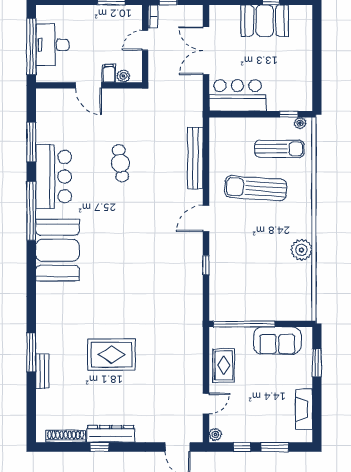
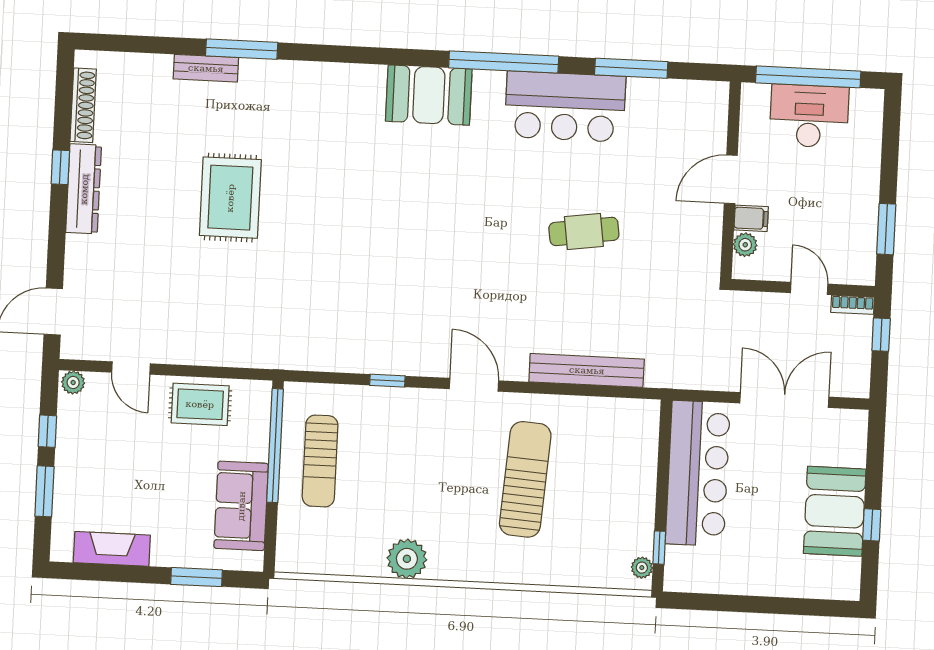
bar counter: (237, 95) -> (698, 473), width x1.36
sun lounger: (279, 149) -> (320, 461), moved
booth: (57, 250) -> (429, 95), width x0.73, depth x0.70

